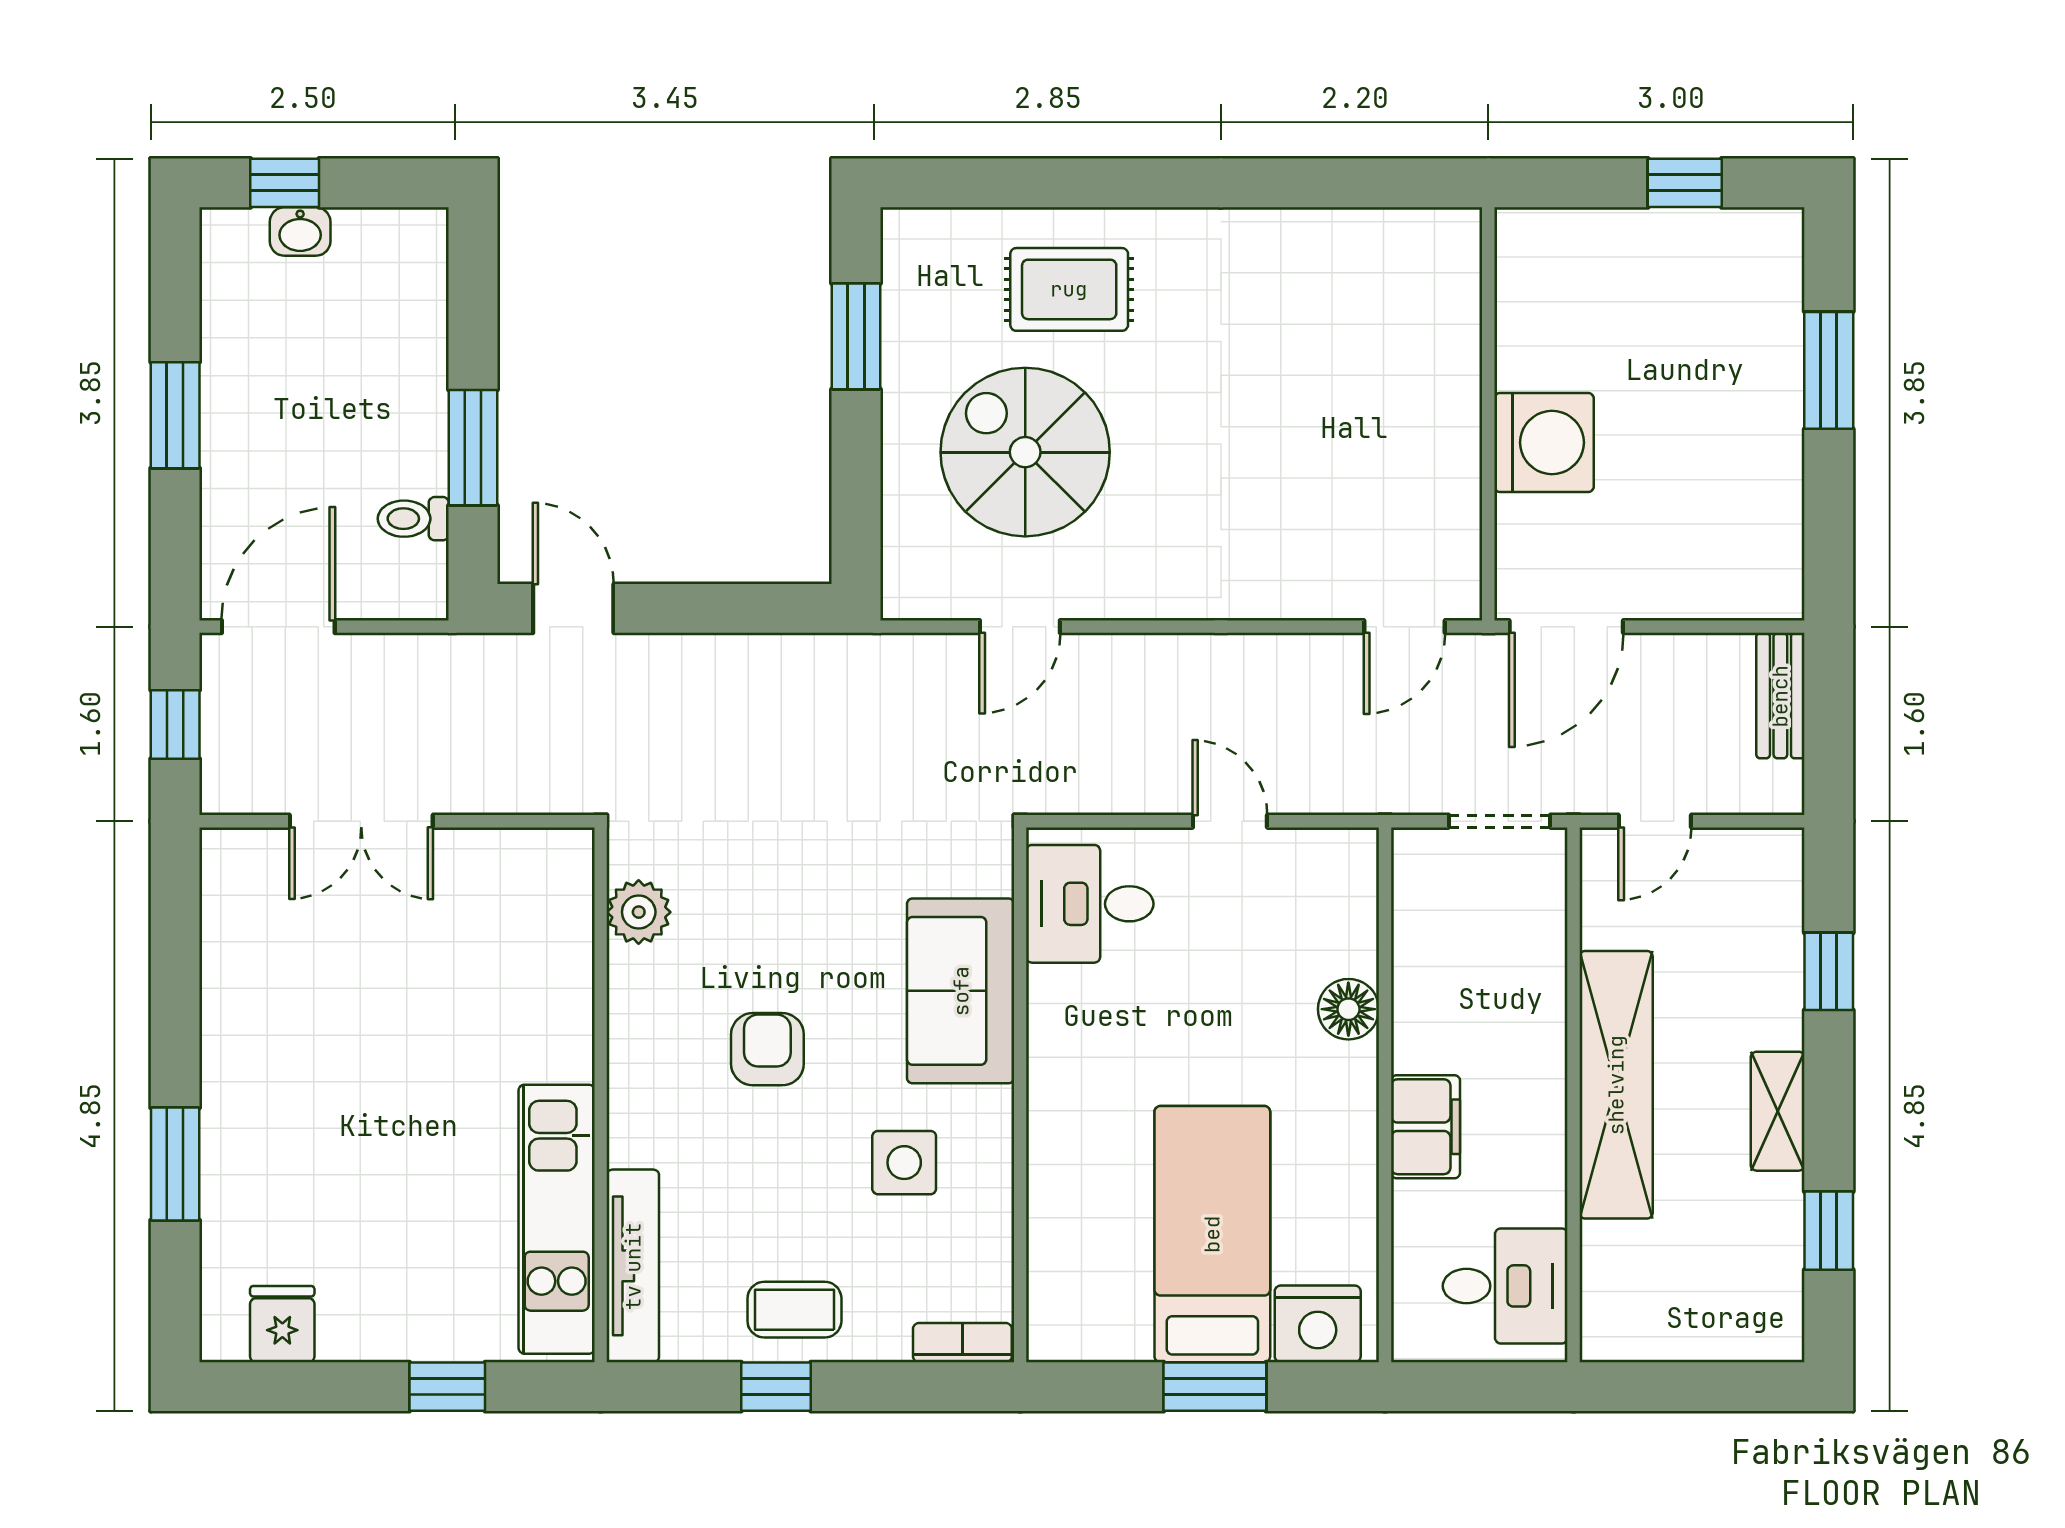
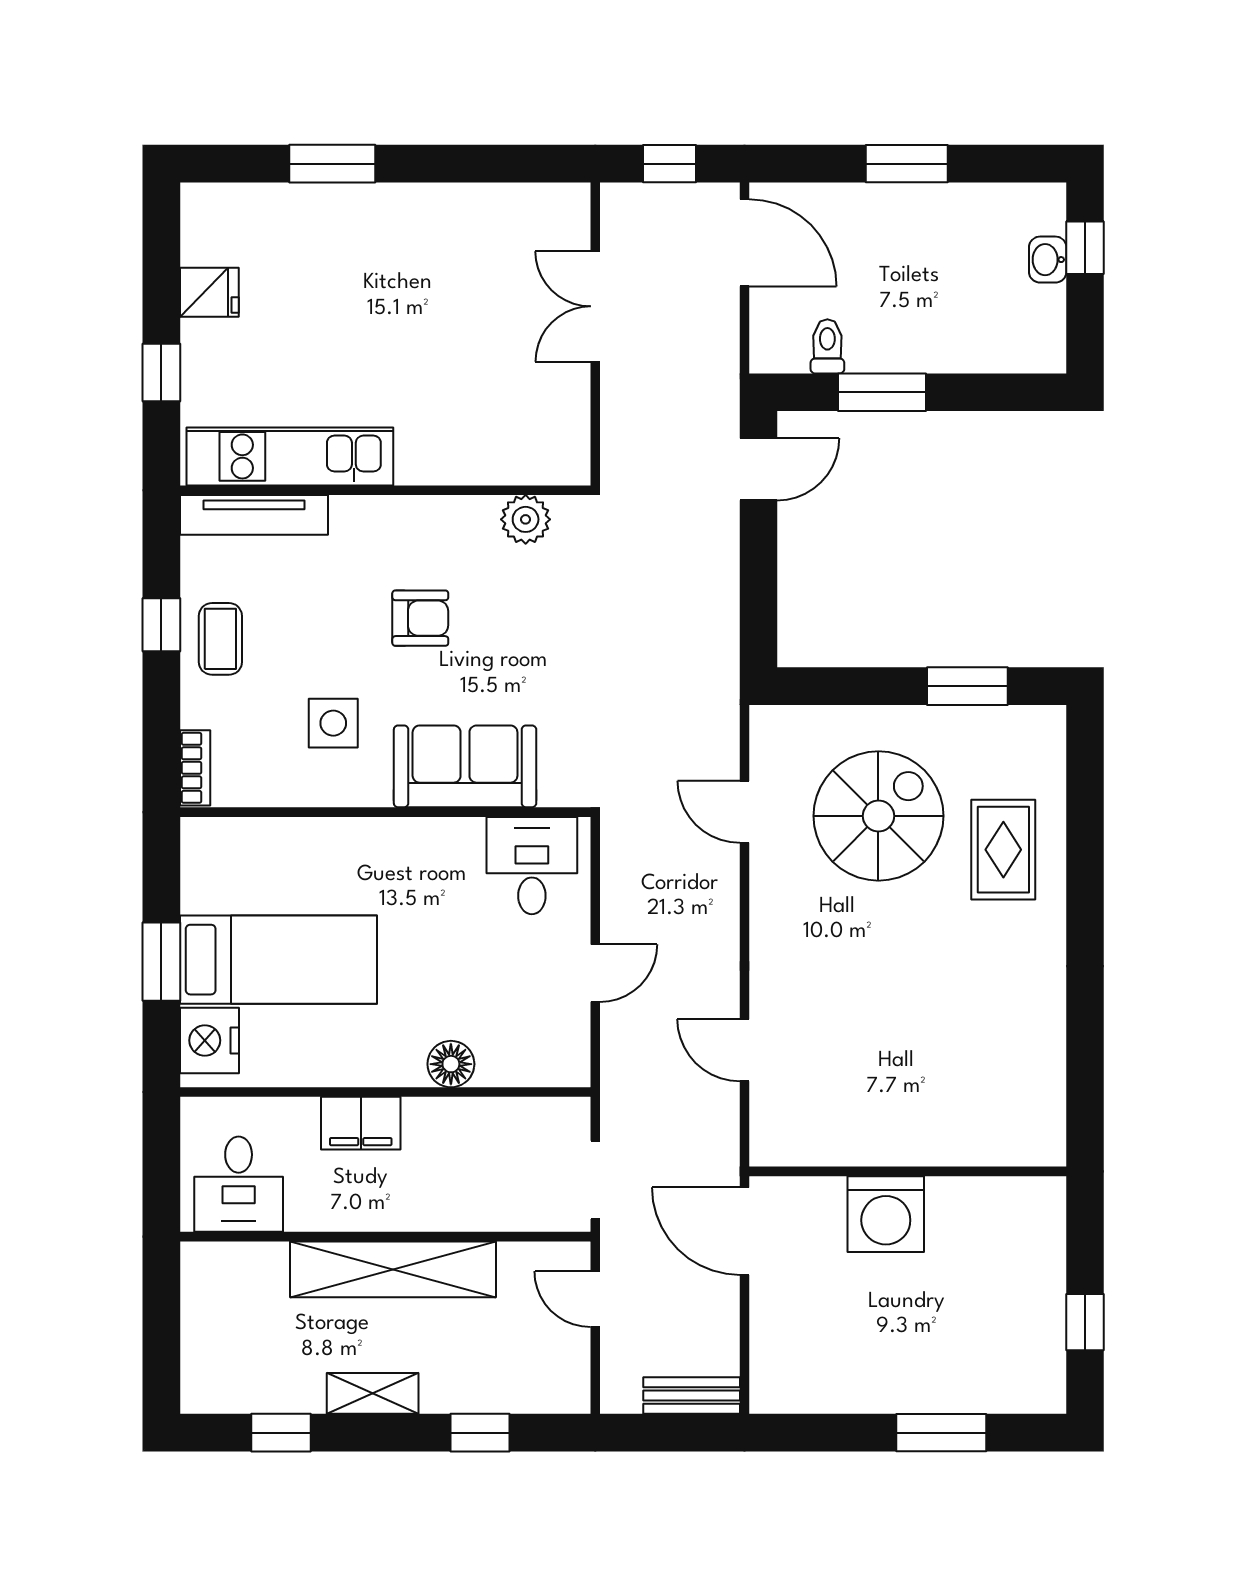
door: (1405, 627) -> (745, 1050), moved
fridge: (282, 1324) -> (209, 292), moved

